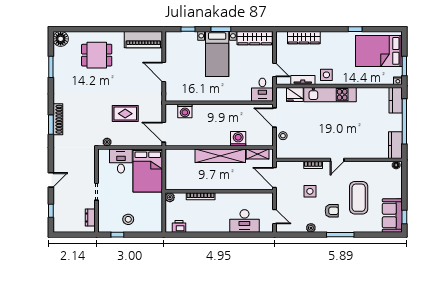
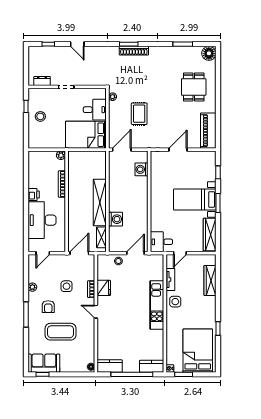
fridge: (295, 94) -> (104, 288), moved, turned 180
desk: (244, 221) -> (42, 220), width x1.36, depth x1.30
printer: (179, 226) -> (34, 195), moved

